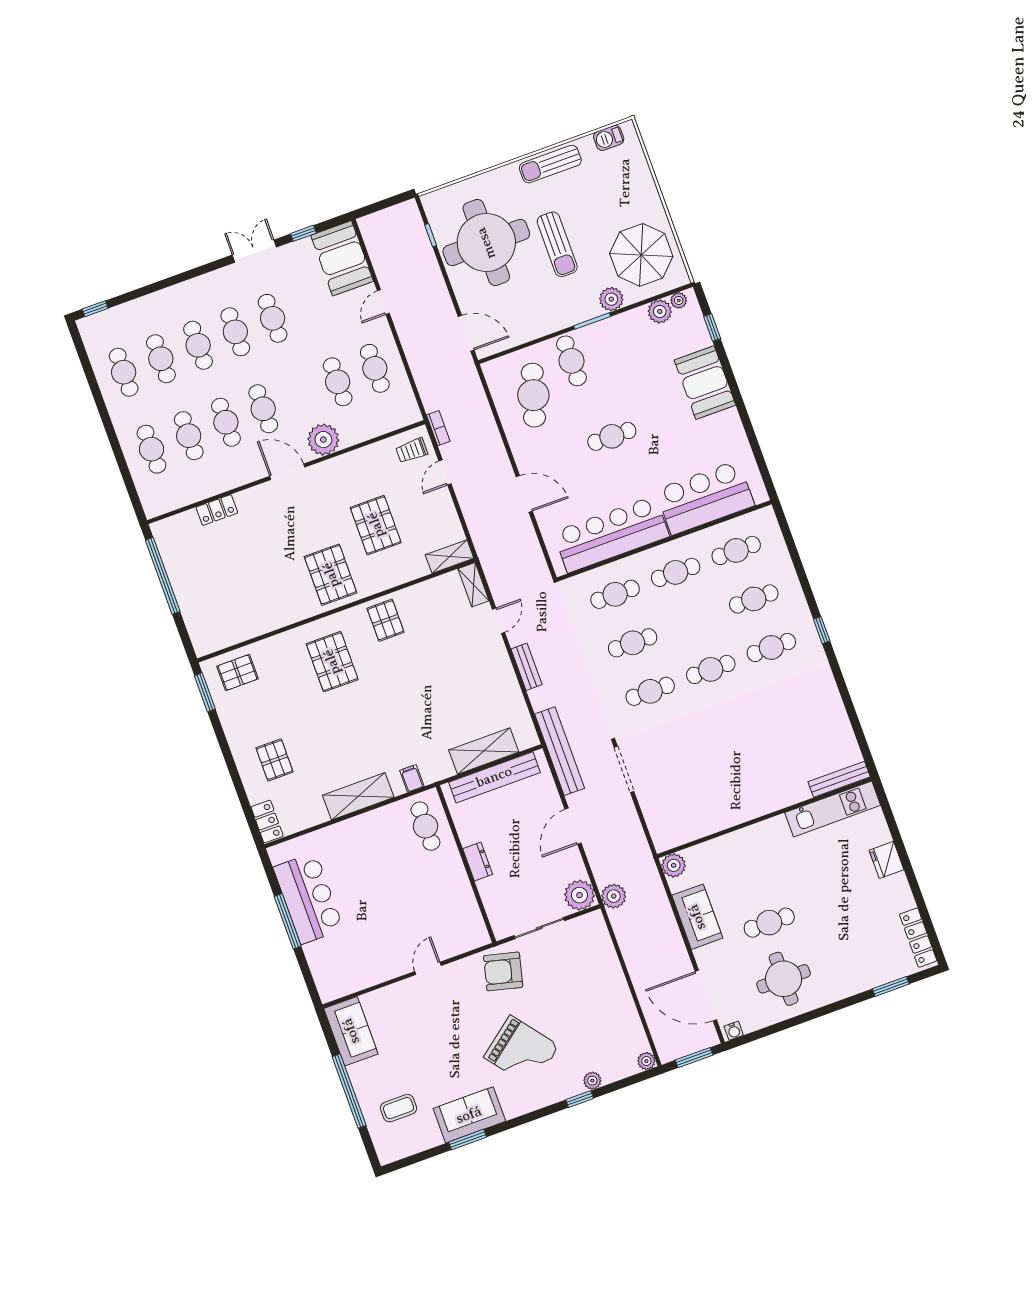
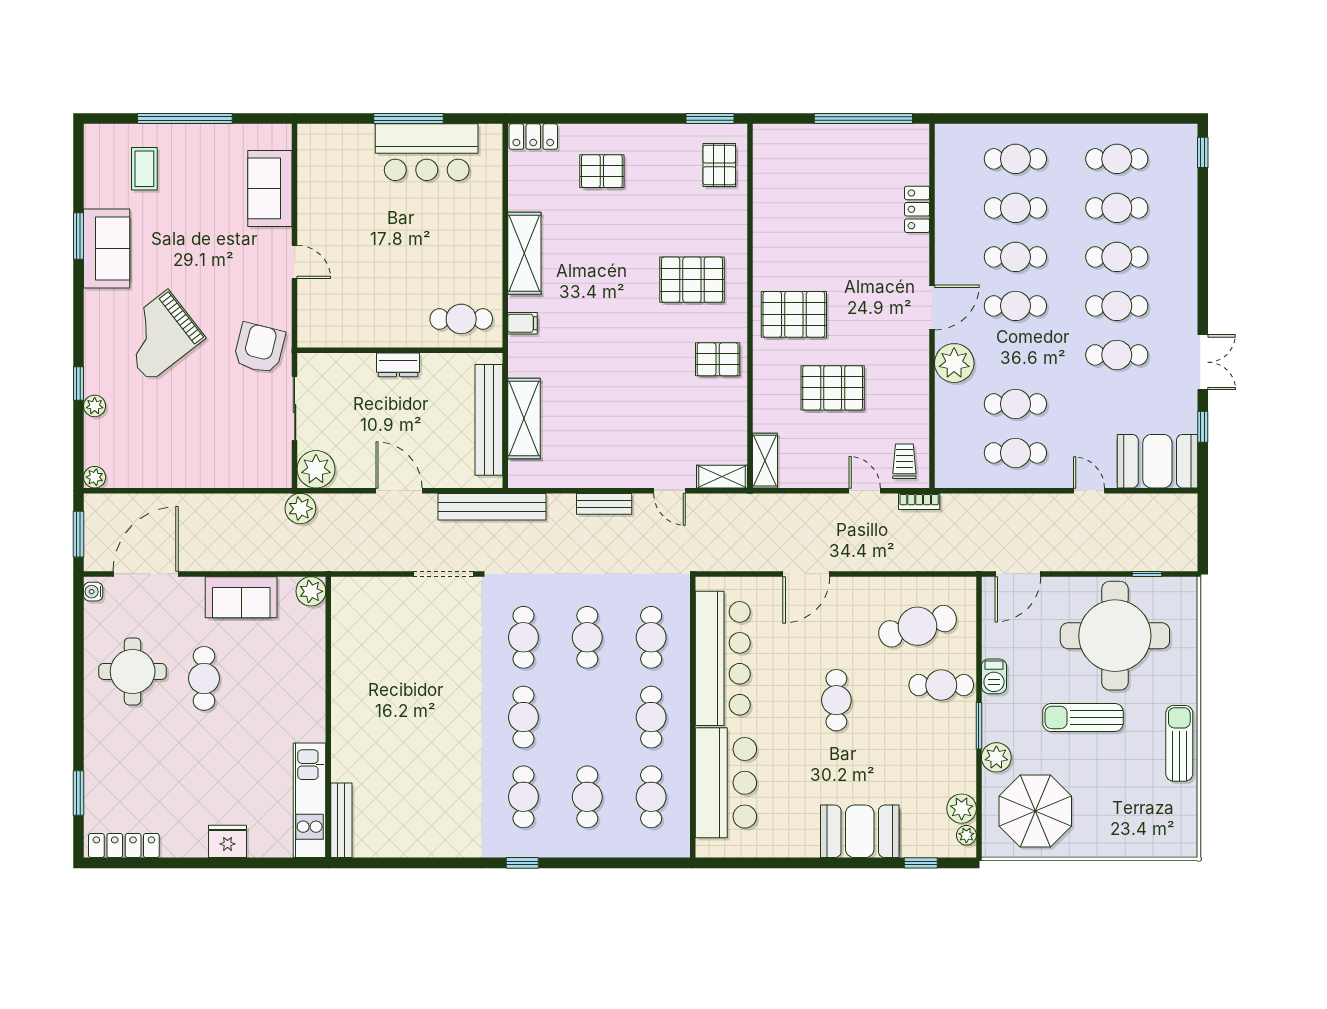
barbecue: (609, 138) -> (994, 676), moved, turned 180
cafe table: (533, 395) -> (917, 626), turned -33
sofa: (351, 1031) -> (270, 188), moved, turned 90

